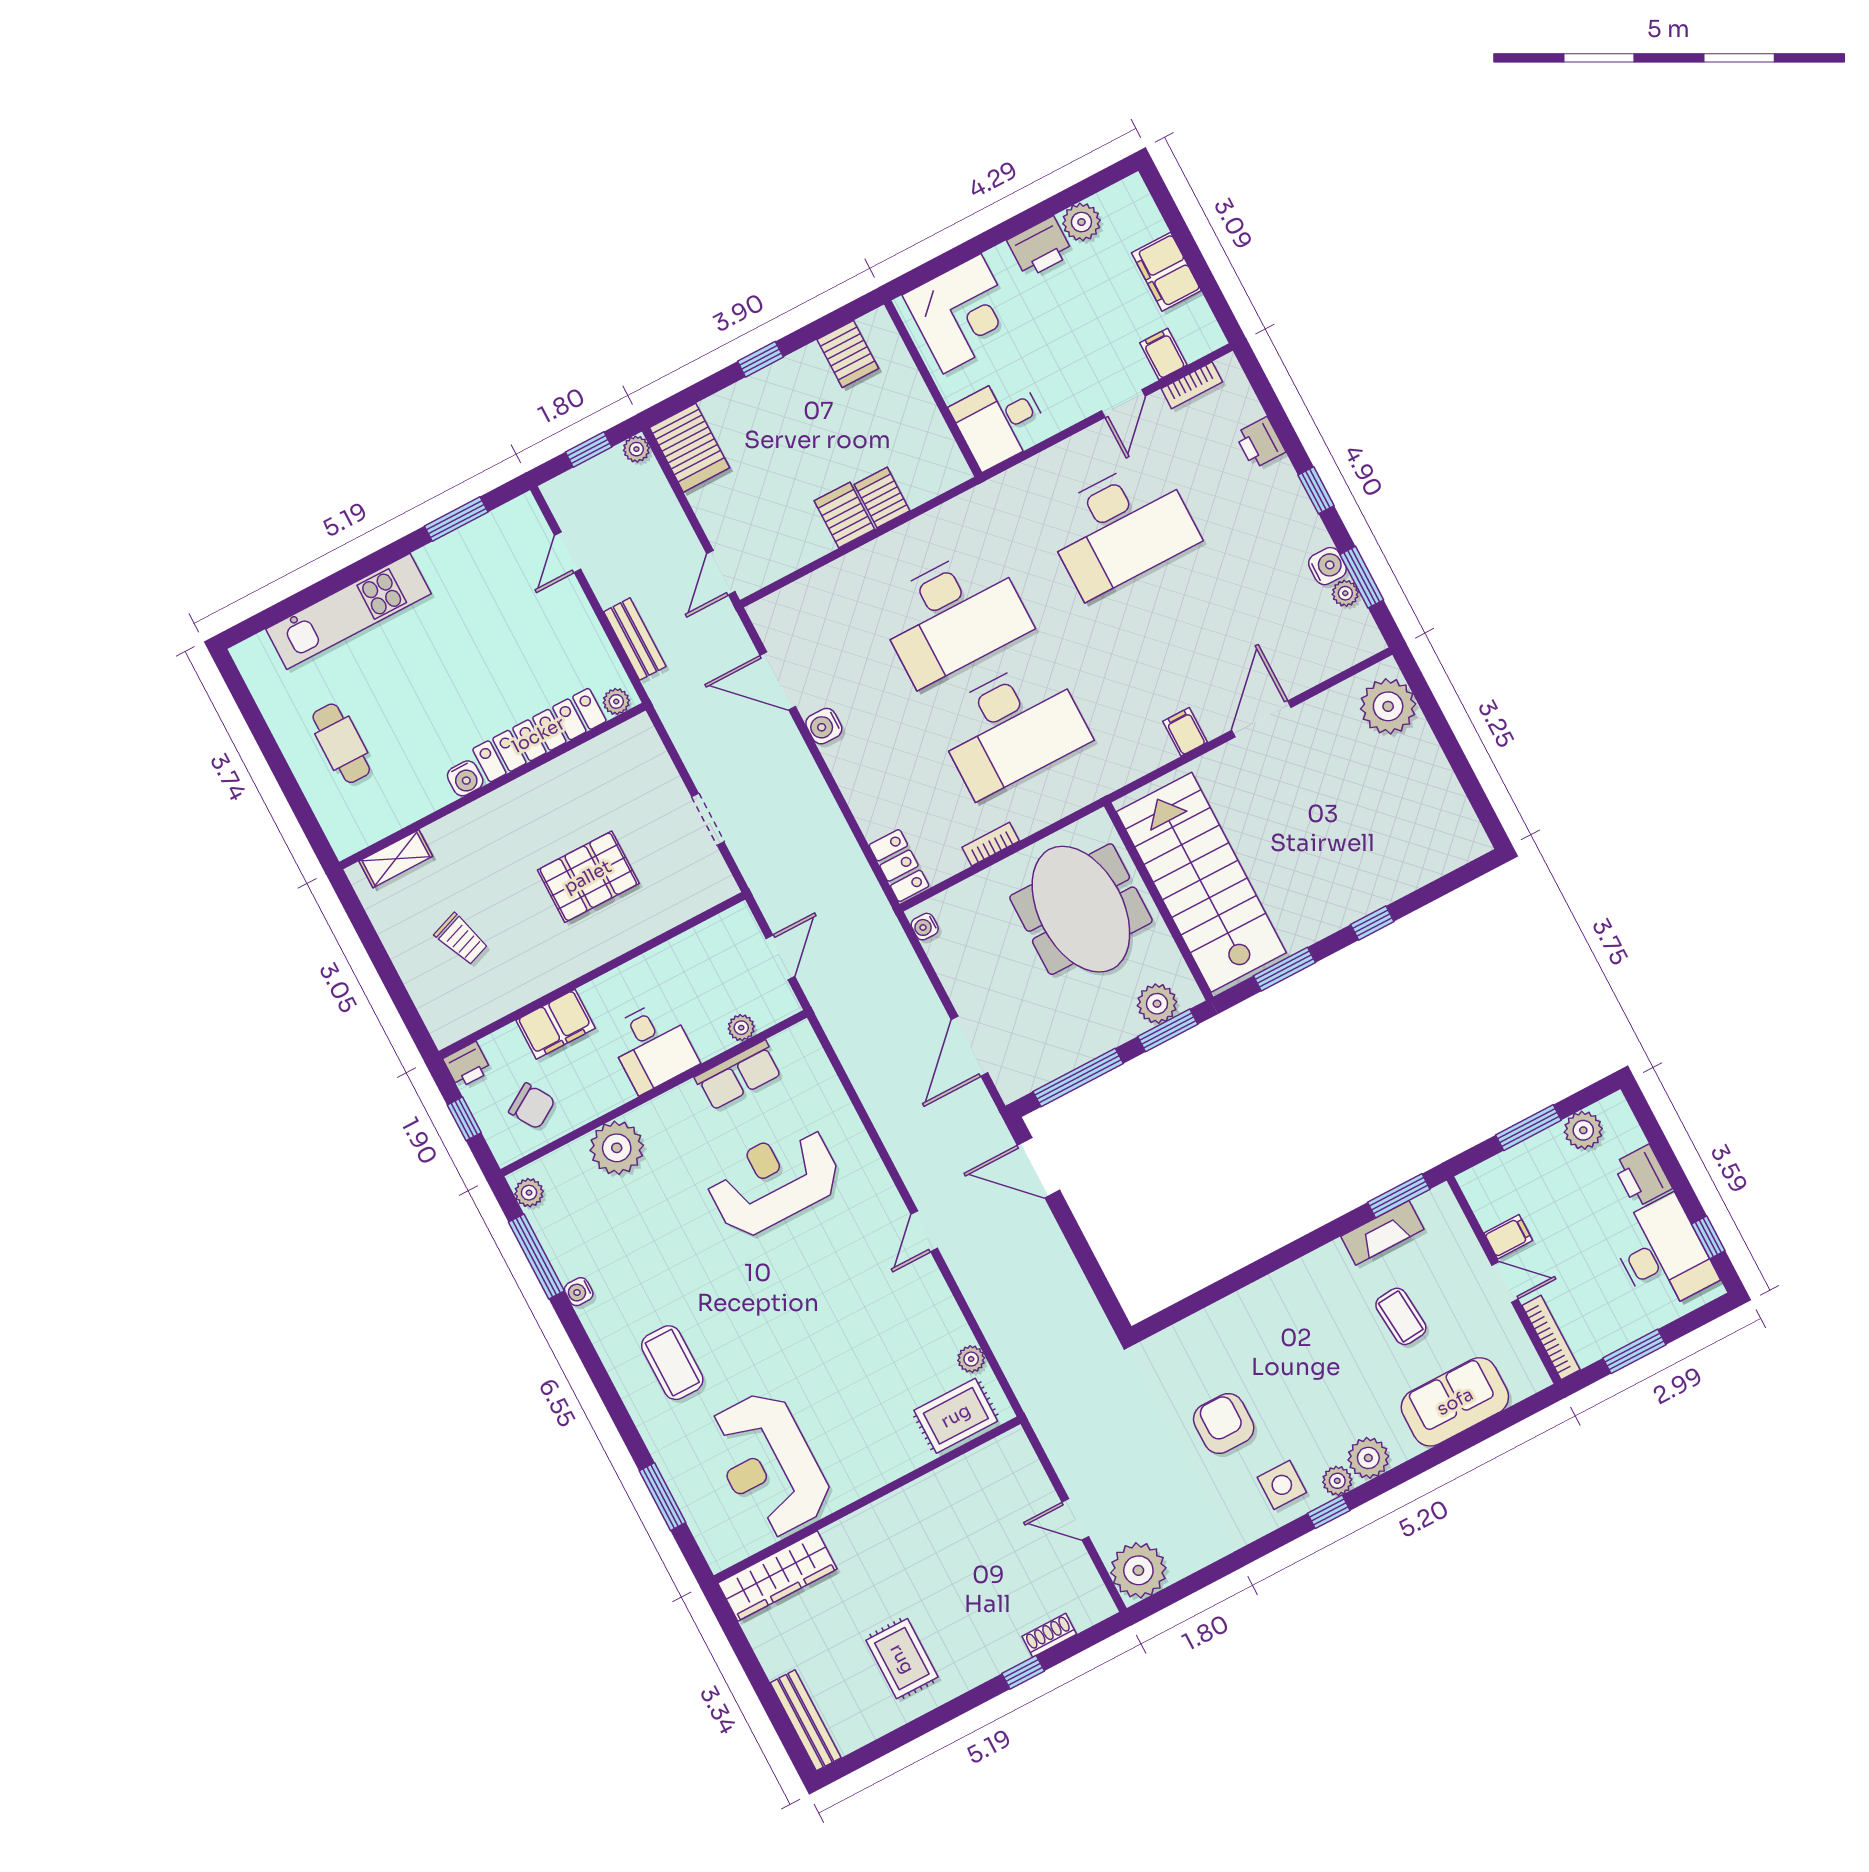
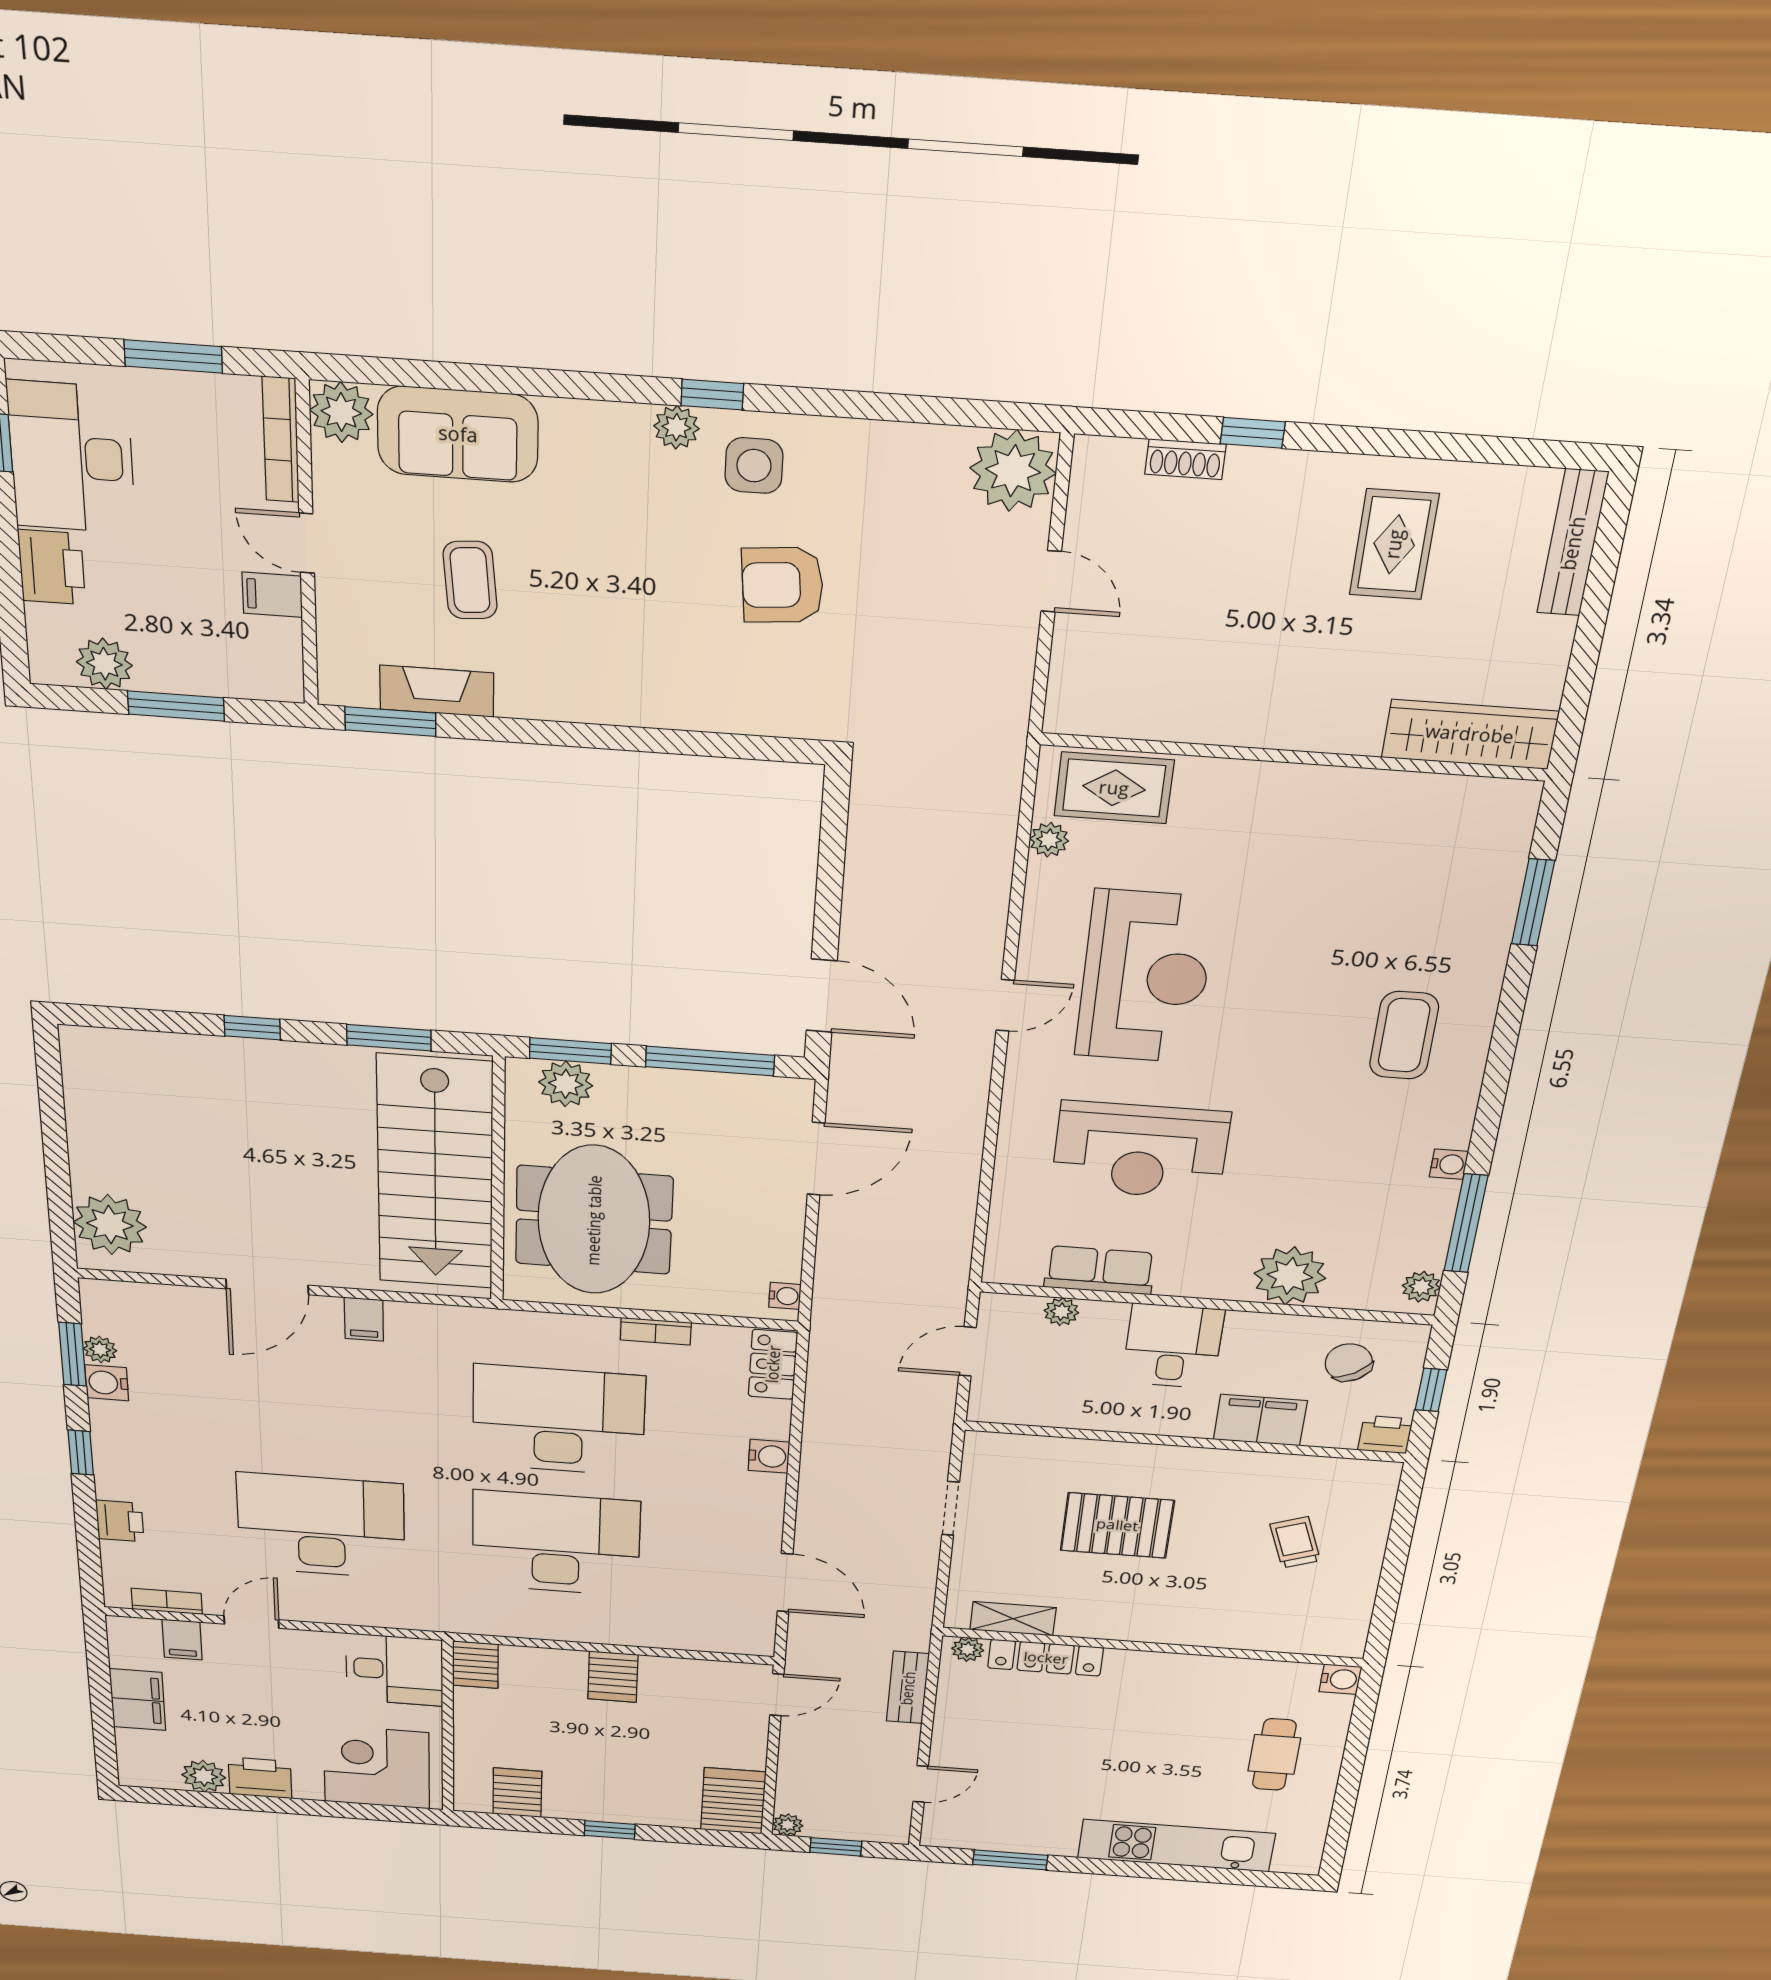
server rack: (882, 498) -> (476, 1665), moved
water cooler: (824, 726) -> (769, 1456), moved
locker: (539, 735) -> (1046, 1658), width x0.71, depth x0.83
water cooler: (465, 778) -> (1340, 1679), moved, turned 90
shelving: (396, 859) -> (1013, 1619), moved
armchair: (1224, 1423) -> (782, 585), turned 85
plant: (1368, 1458) -> (341, 412), moved
reception desk: (769, 1464) -> (1145, 977), moved

